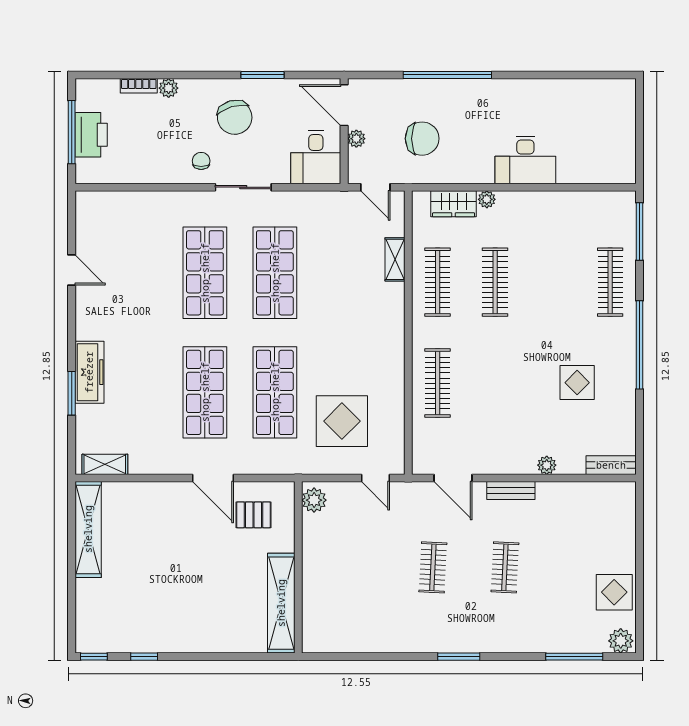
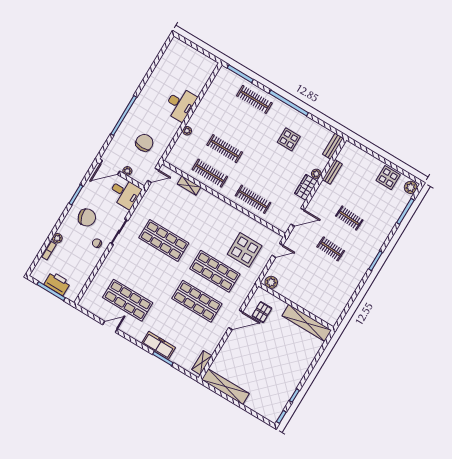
wardrobe: (454, 204) -> (306, 187), moved, turned 180
shop shelf: (205, 273) -> (128, 300), moved
bench: (511, 491) -> (332, 172), moved

